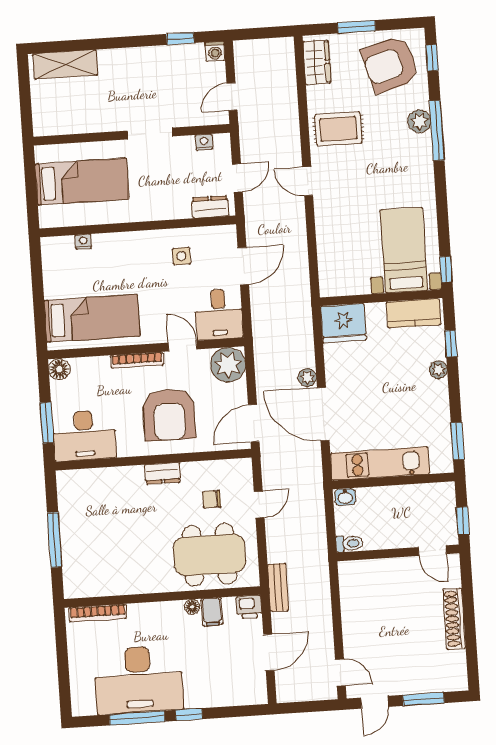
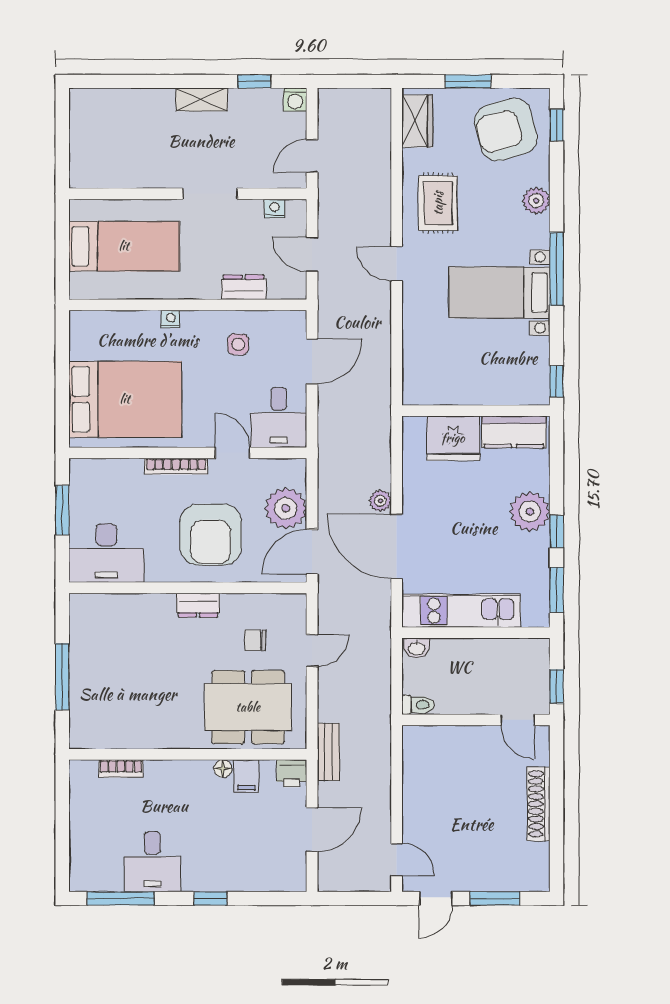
shelving: (65, 64) -> (202, 100), moved, width x0.67, depth x0.75
rug: (338, 129) -> (438, 203), turned 90
window: (437, 131) -> (557, 269), moved
door: (237, 178) -> (312, 254), swing flipped
dresser: (210, 207) -> (244, 287), moved
nightstand: (83, 242) -> (171, 319), moved
bed with nightstands: (404, 250) -> (499, 293), moved, turned -90
bed: (92, 318) -> (125, 399), width x1.50
fridge: (343, 323) -> (453, 438), moved
window: (451, 344) -> (557, 532), moved
plant: (228, 365) -> (286, 508), moved
floor lamp: (59, 369) -> (82, 471), removed
plant: (438, 370) -> (530, 511), width x1.88, depth x1.88
window: (47, 423) -> (62, 510), moved
bookcase: (98, 613) -> (121, 768), width x0.64
desk: (139, 680) -> (152, 862), width x0.53, depth x0.77
window: (137, 718) -> (121, 898), moved

